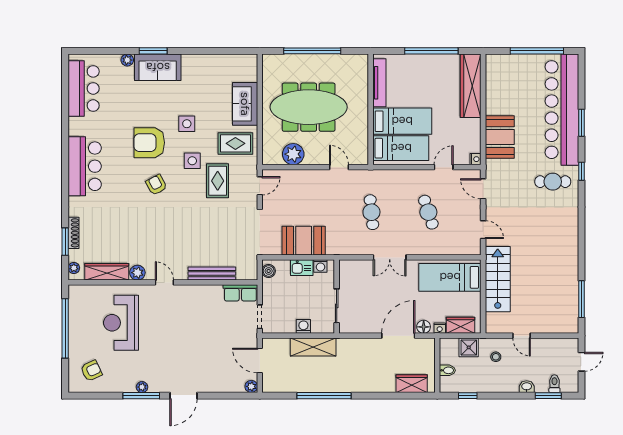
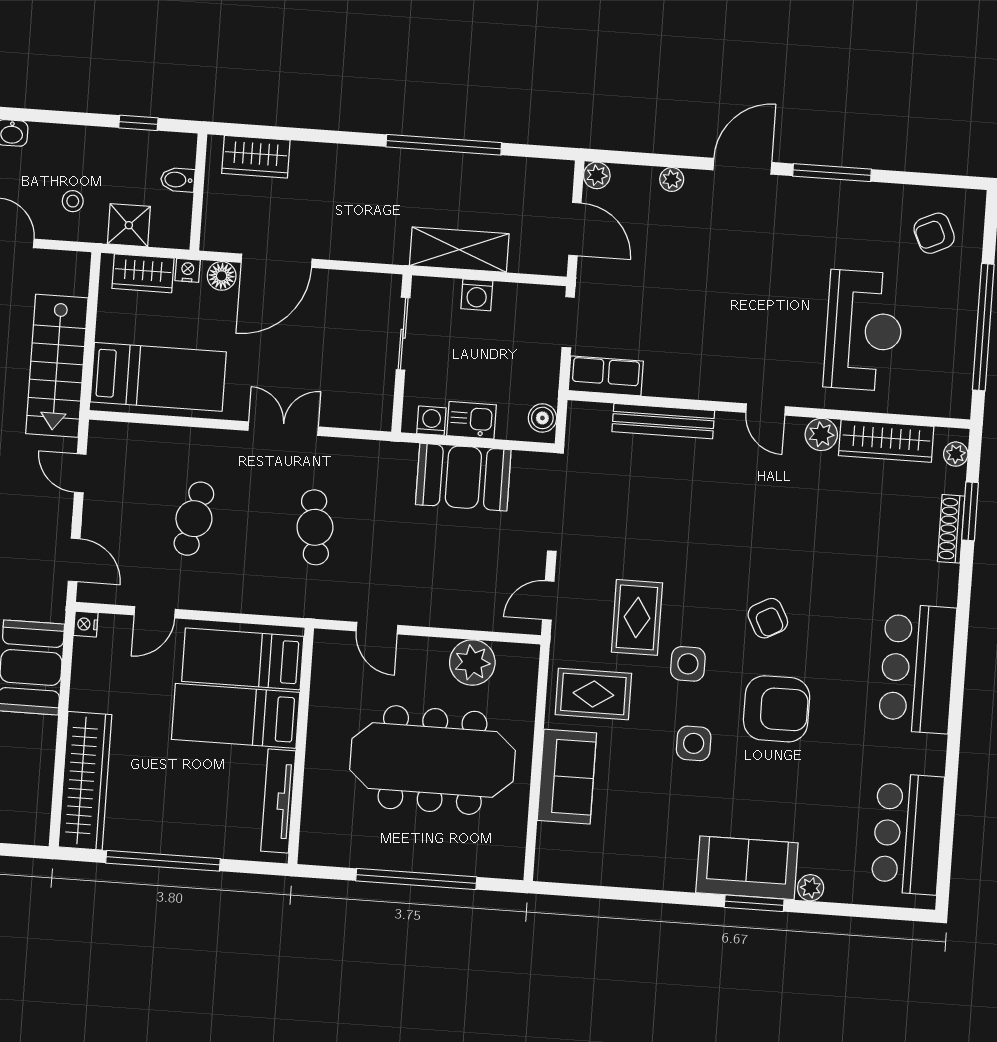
cafe table: (428, 212) -> (194, 519), turned 30
plant: (142, 387) -> (672, 179), moved

